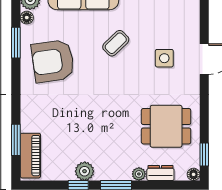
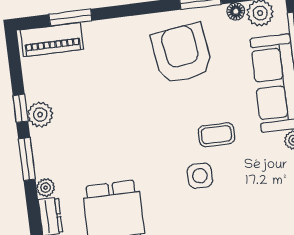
coffee table: (116, 43) -> (216, 135), turned -46
side table: (164, 58) -> (200, 176), moved

